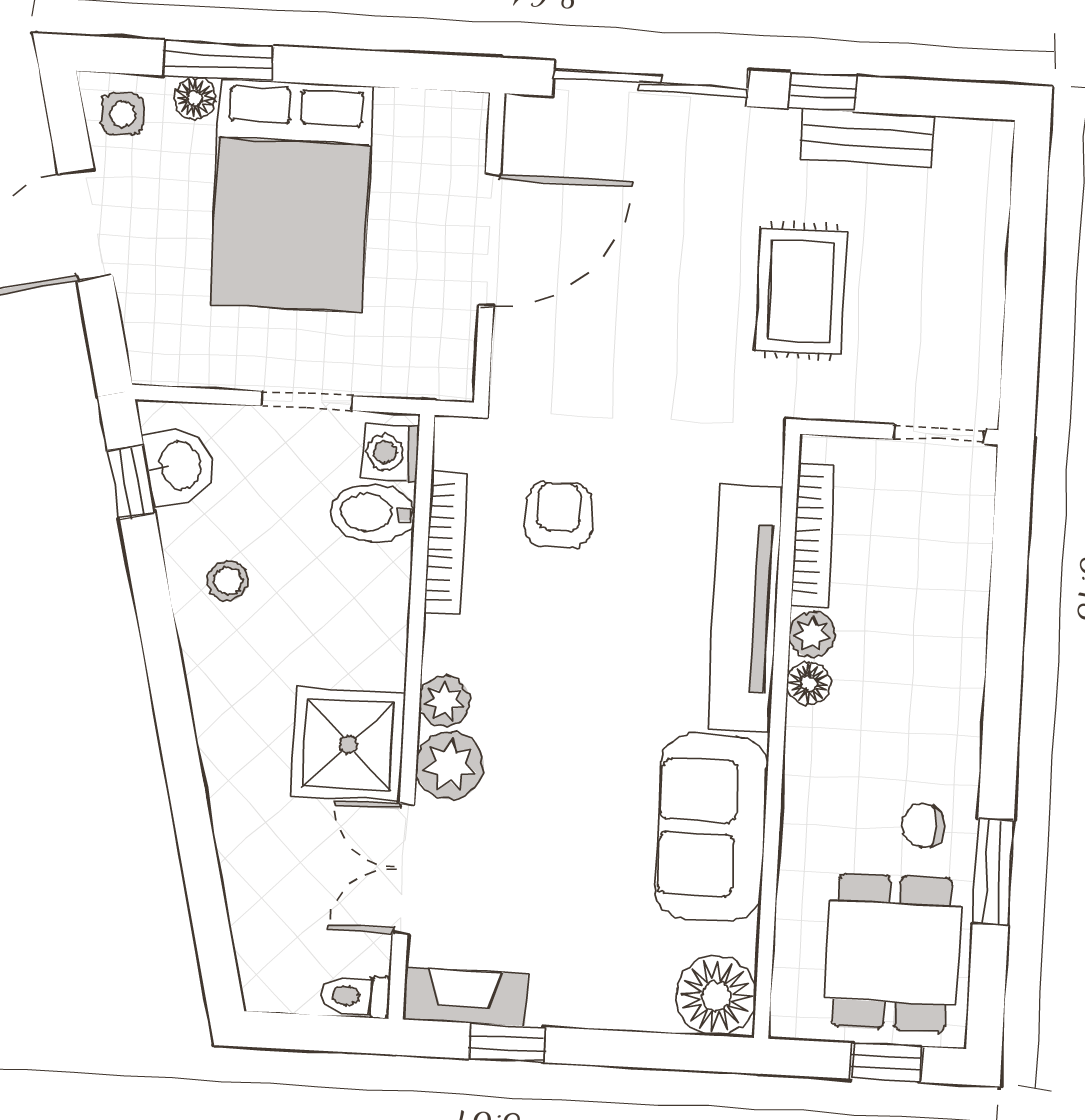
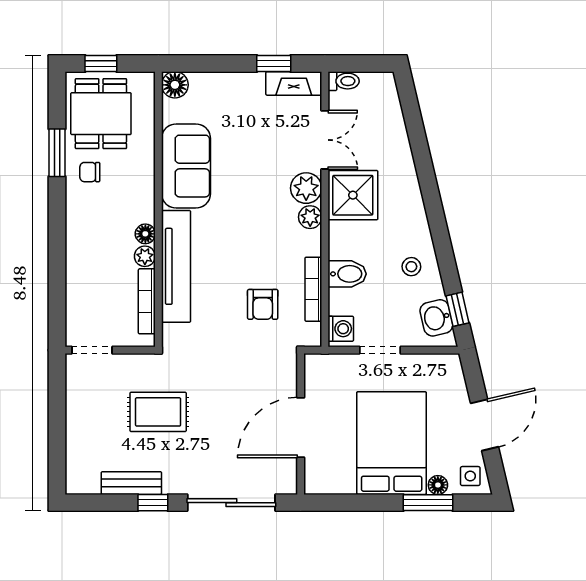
rug: (801, 291) -> (158, 412), turned 90
bidet: (373, 513) -> (347, 274), moved
chair: (923, 826) -> (90, 172), turned 180
floor lamp: (716, 996) -> (175, 85), width x0.73, depth x0.73

